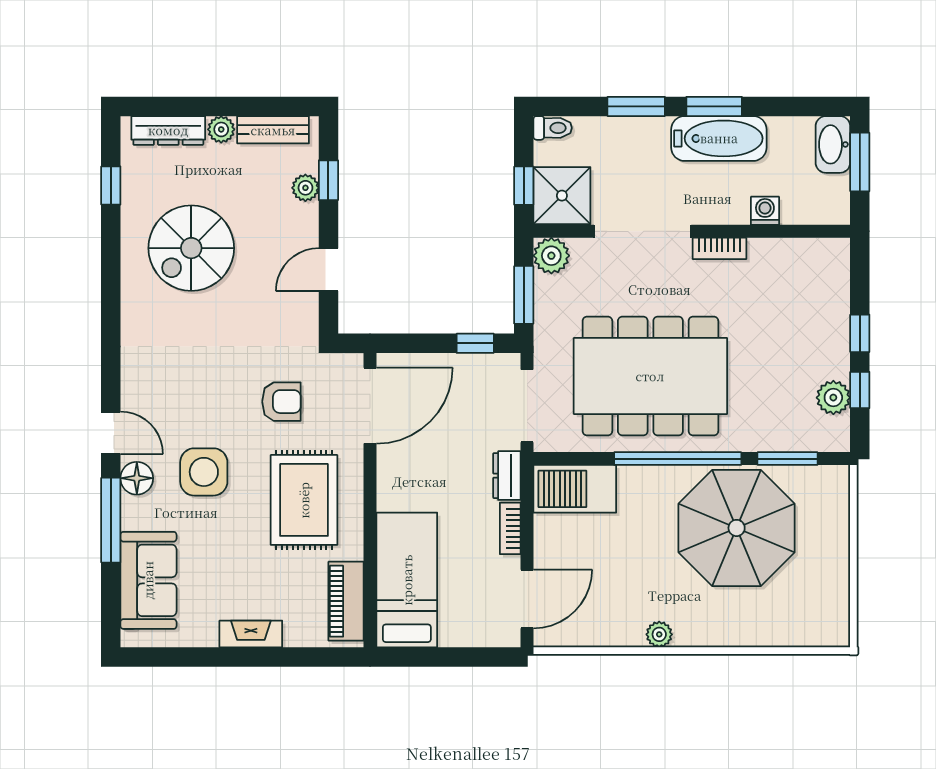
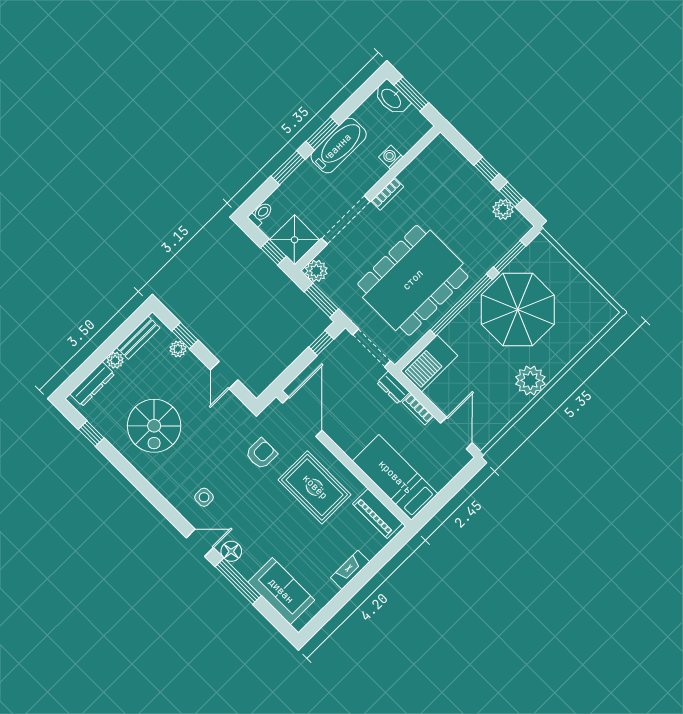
side table: (204, 472) -> (204, 497), moved, width x0.54, depth x0.54
plant: (659, 634) -> (530, 380), width x1.87, depth x1.87

